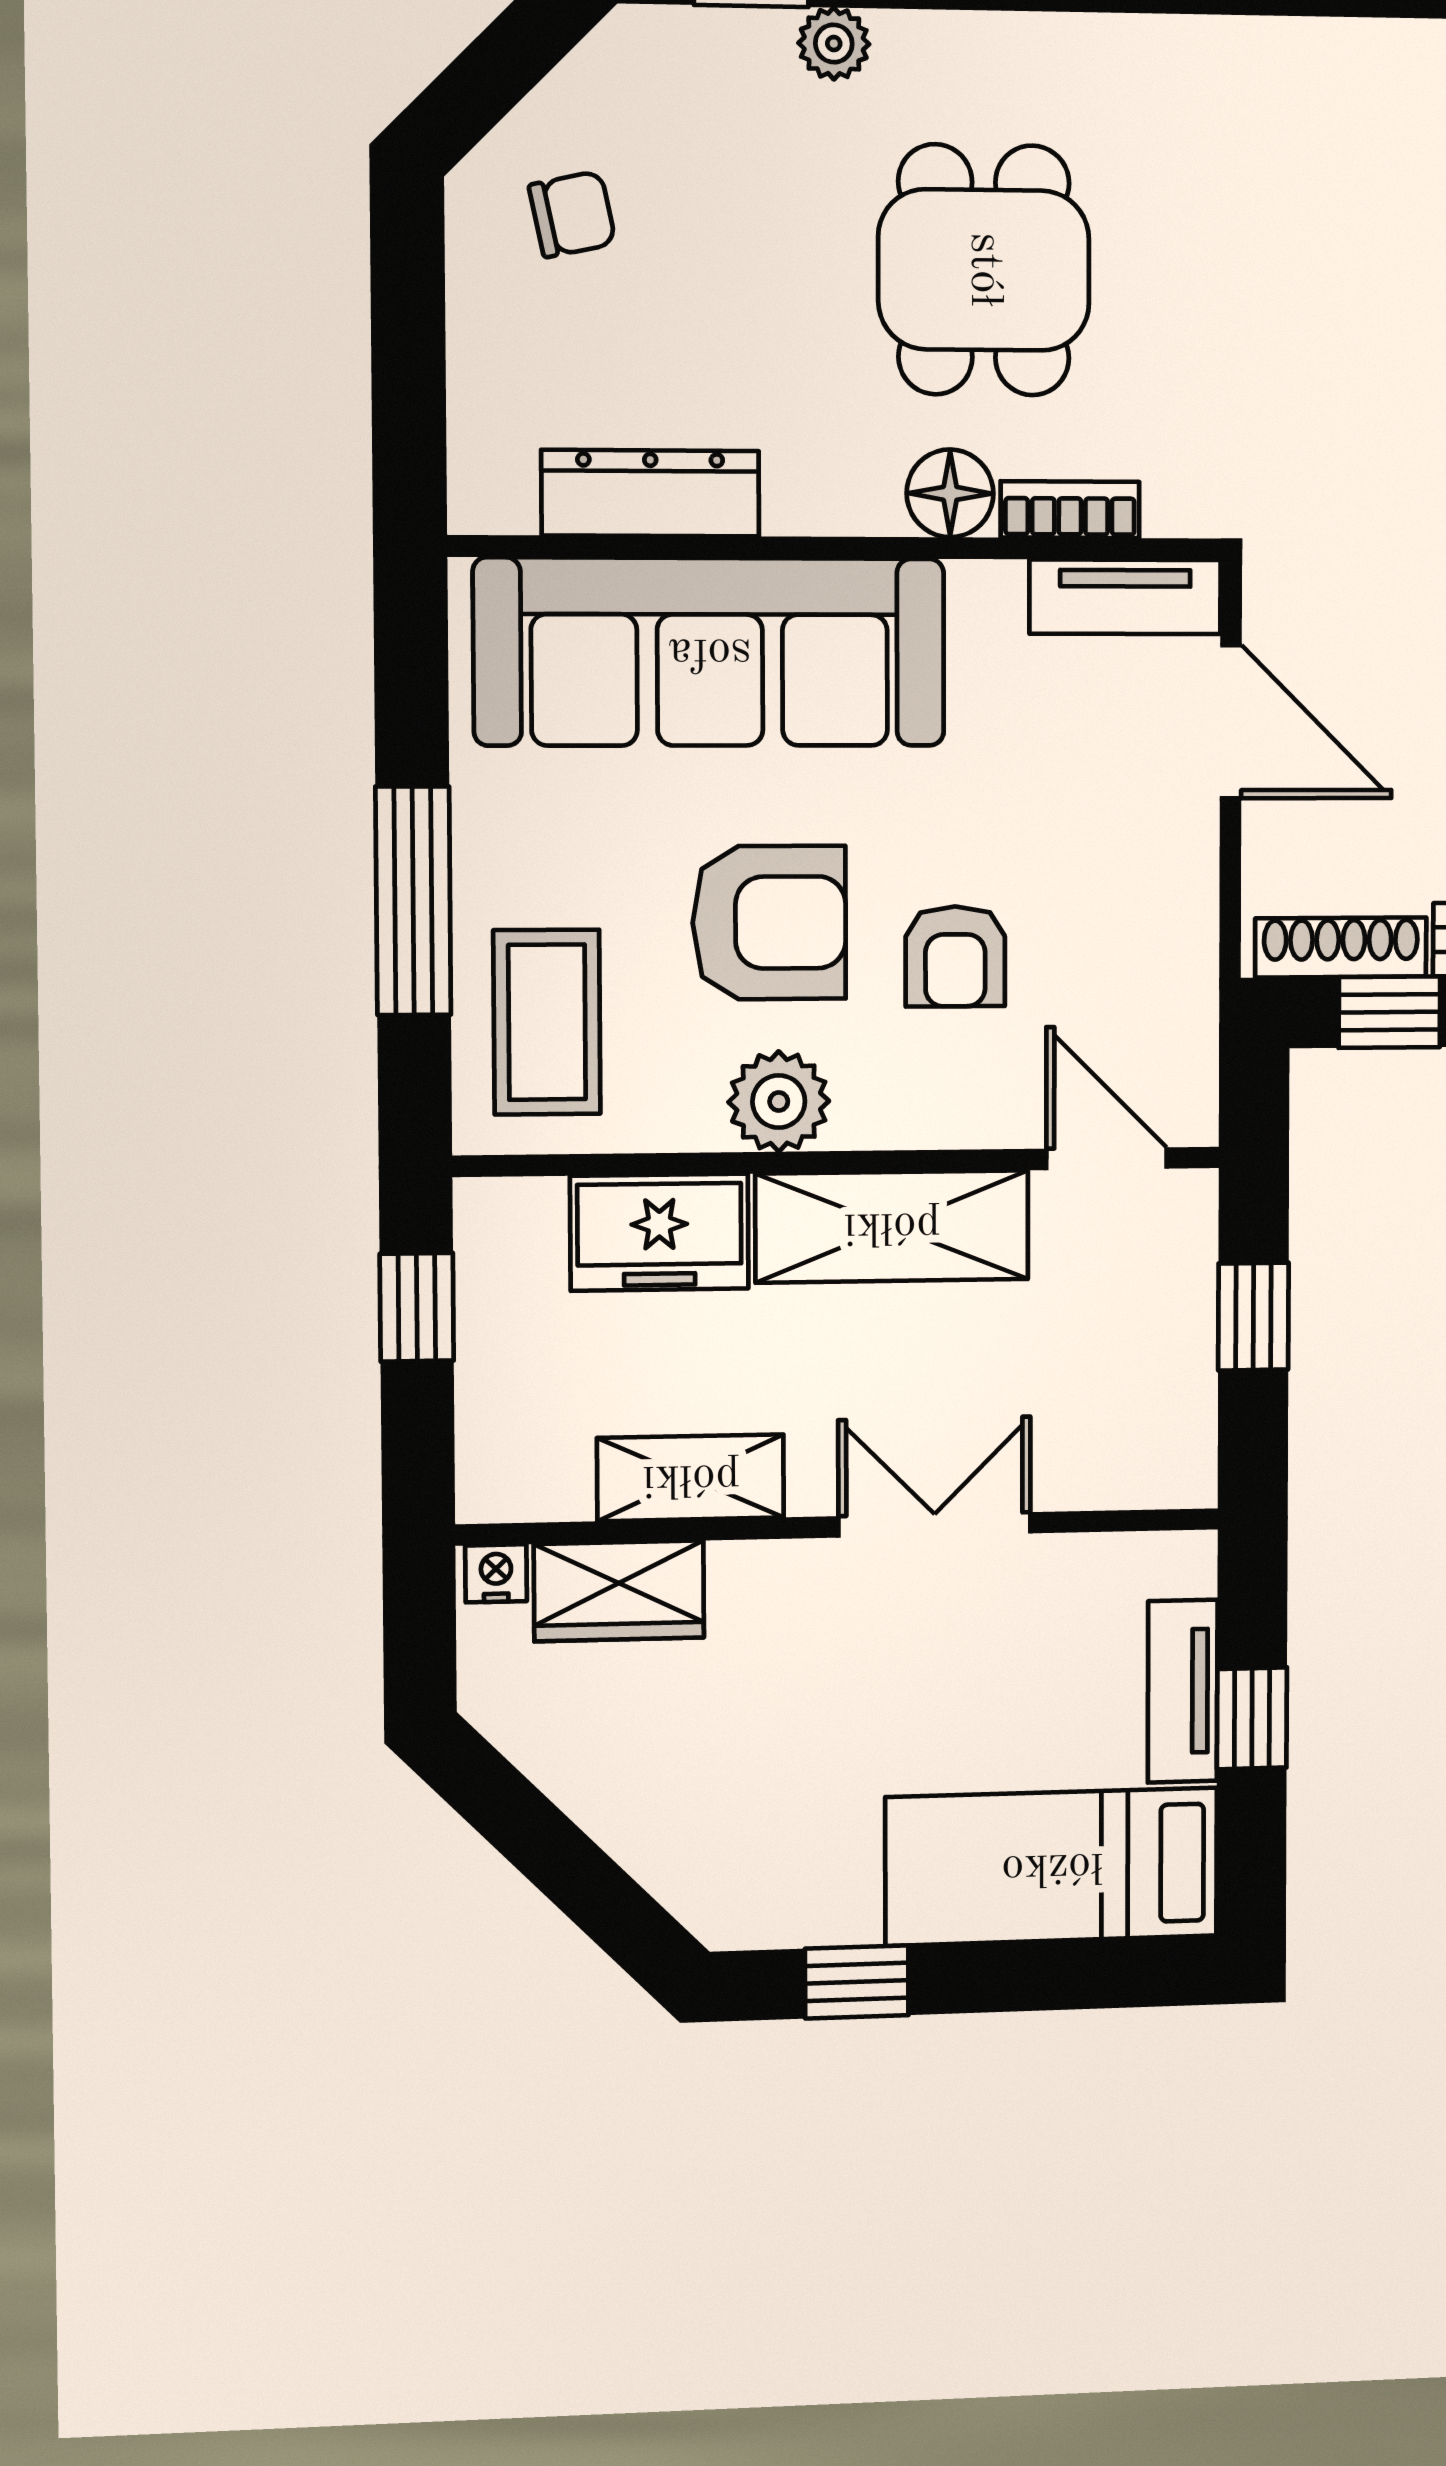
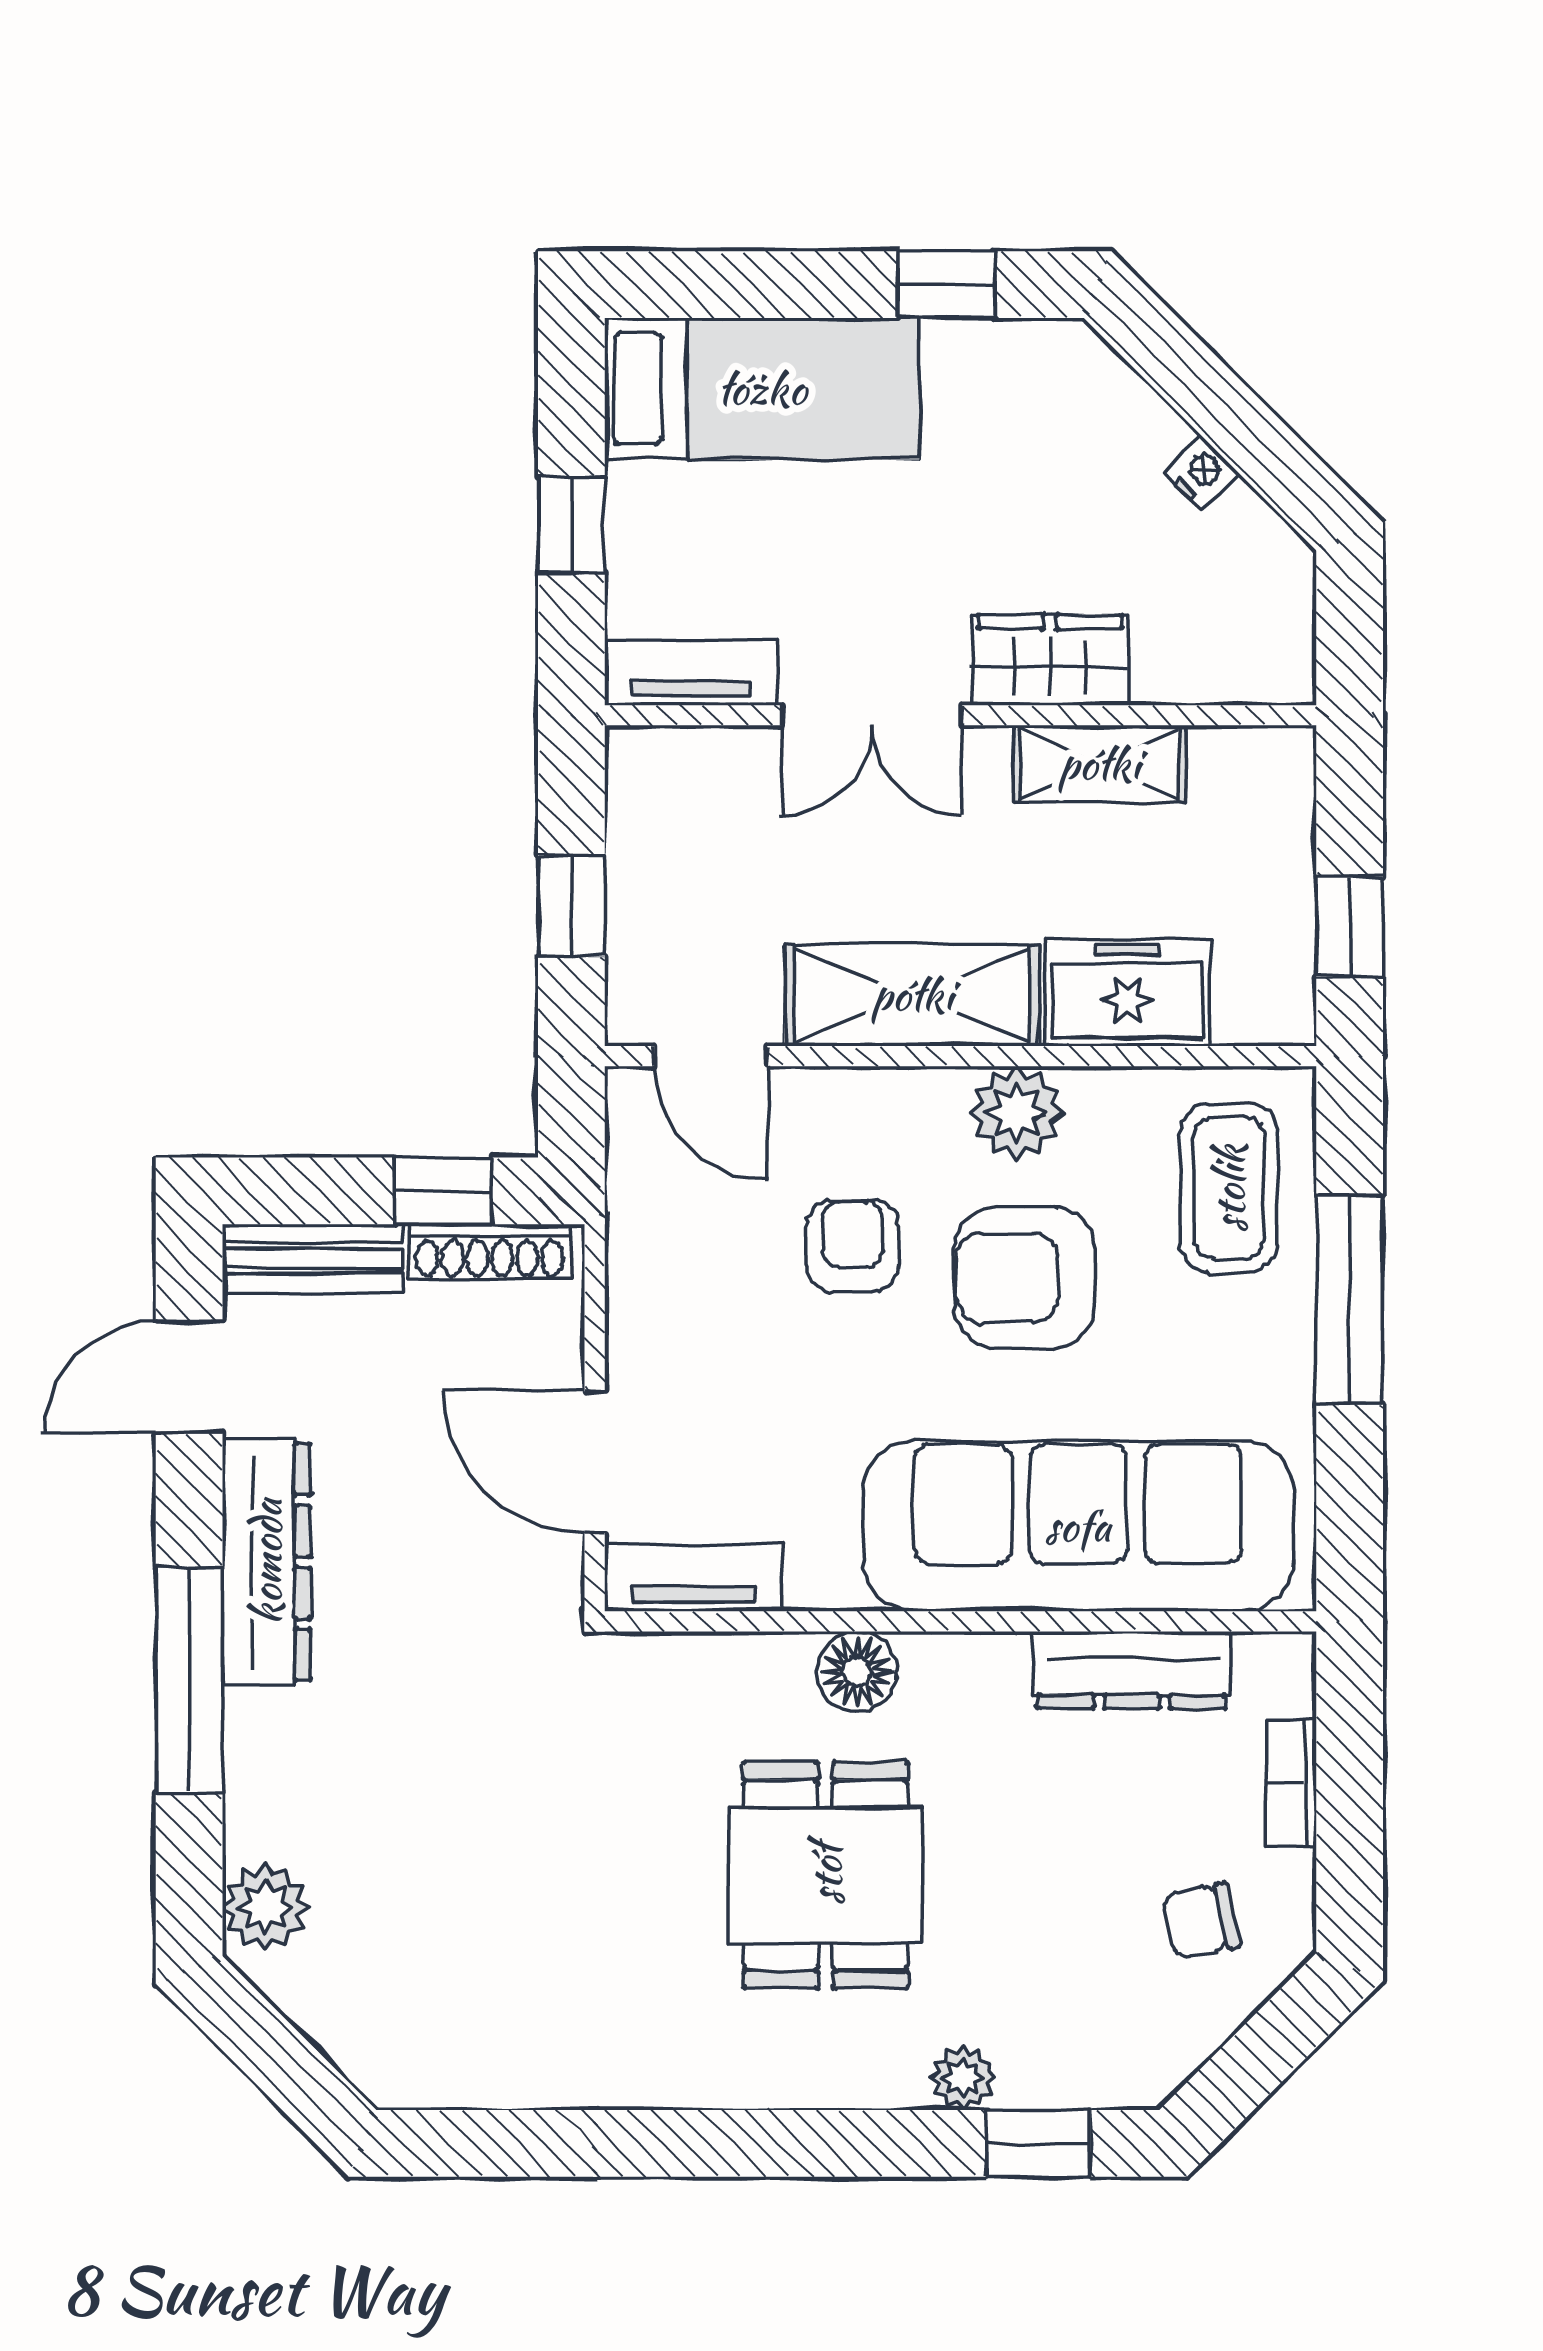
bookcase: (1070, 510) -> (1291, 1783), moved, turned 90
nightstand: (496, 1573) -> (1202, 473), moved, turned -135
wardrobe: (619, 1591) -> (1050, 660), moved
tv unit: (1183, 1691) -> (691, 672), moved, turned -90

